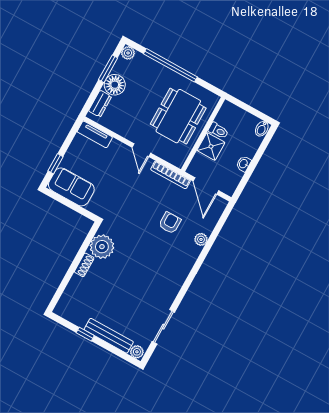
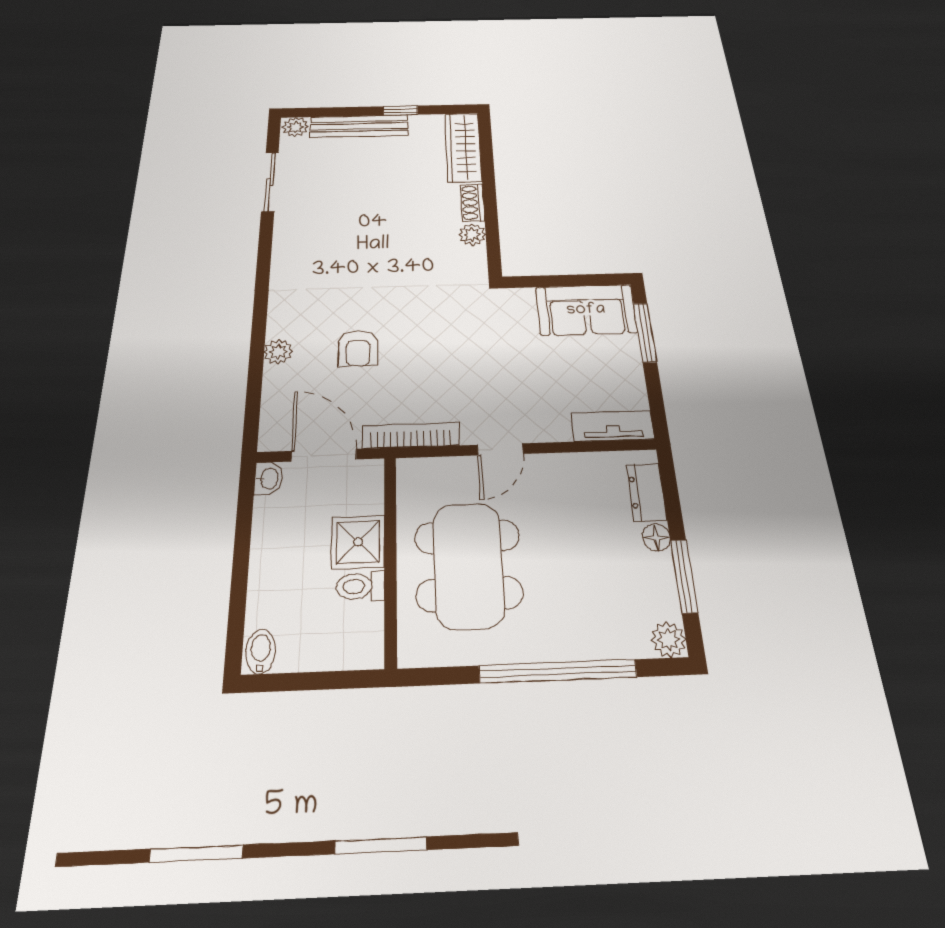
floor lamp: (115, 85) -> (656, 537), width x0.53, depth x0.53
door: (141, 150) -> (500, 449), swing flipped
window: (55, 164) -> (645, 332), width x1.50
washbasin: (244, 164) -> (269, 478), moved
plant: (102, 247) -> (472, 235), width x0.53, depth x0.53
wardrobe: (70, 297) -> (463, 147), added

